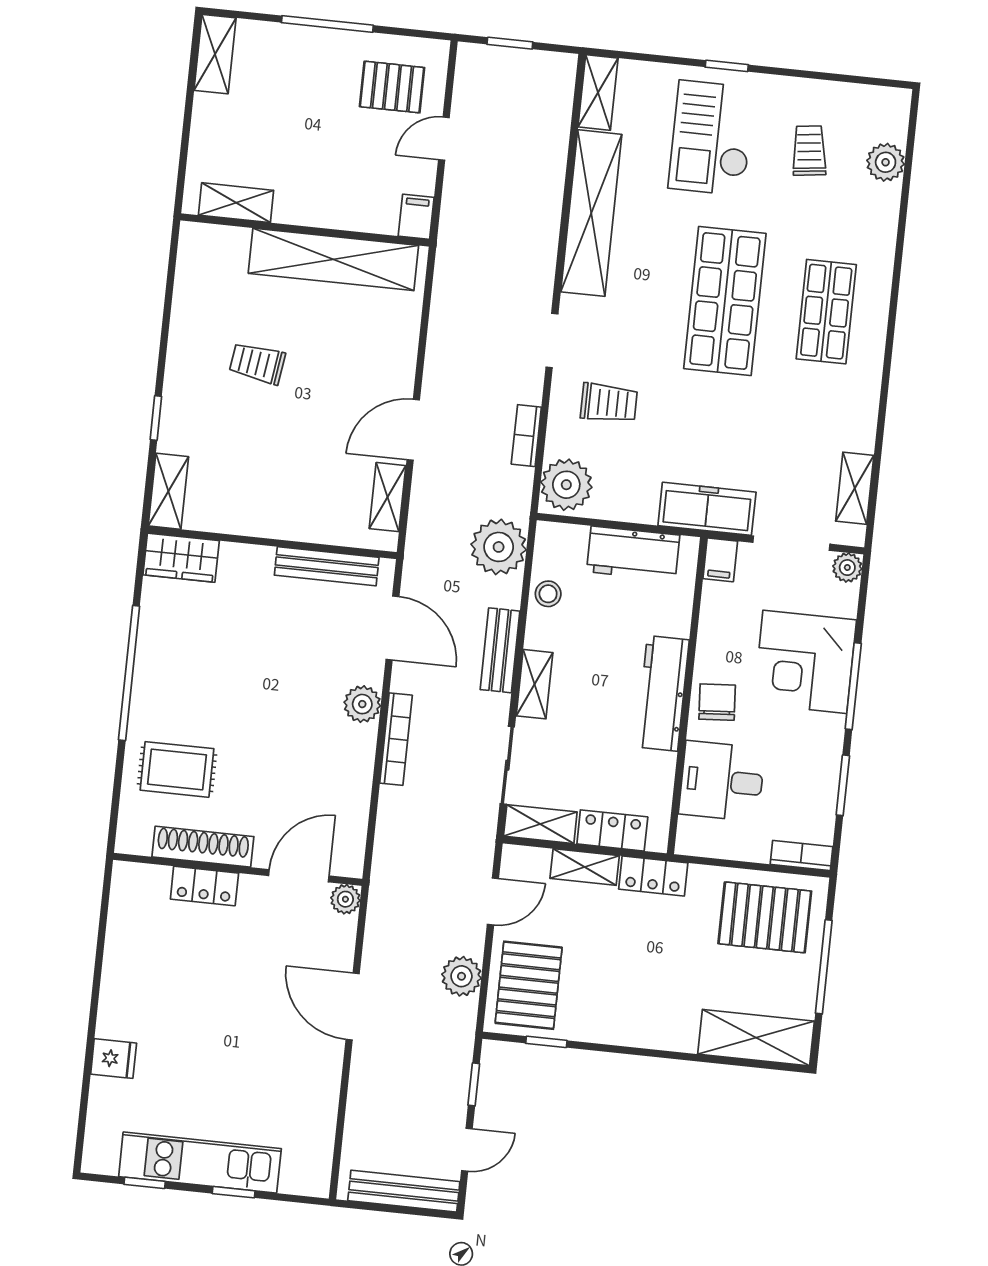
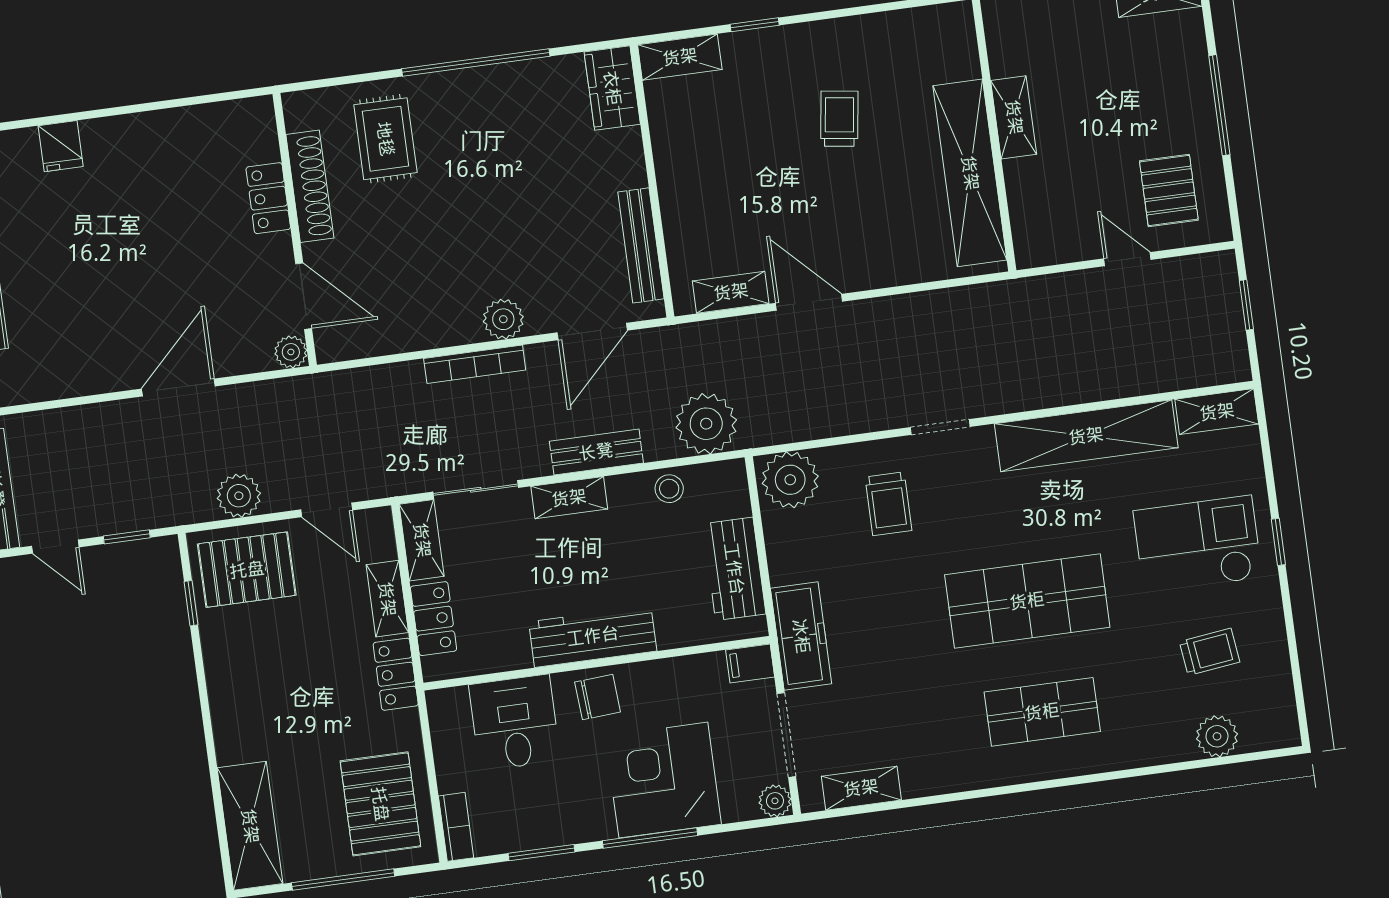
shelving: (236, 203) -> (1014, 117), moved
filing cabinet: (416, 217) -> (1037, 250), removed
bookcase: (526, 436) -> (832, 424), removed

